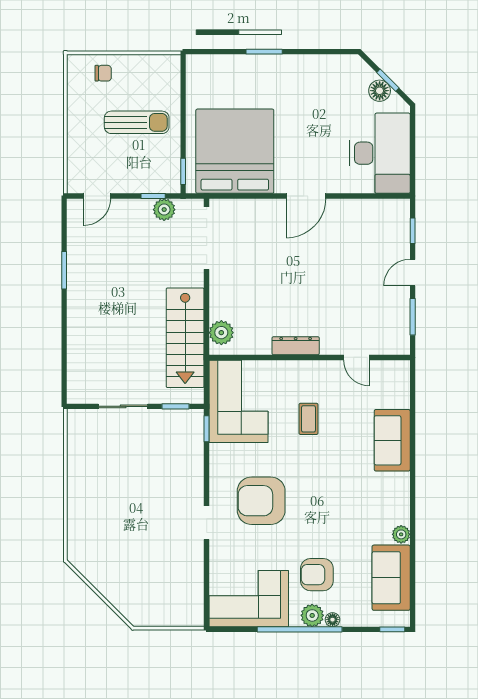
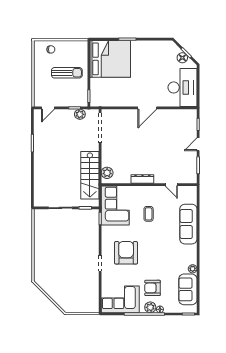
bed: (235, 151) -> (110, 59), moved, turned 90
sofa: (392, 440) -> (188, 224), width x1.36
armchair: (261, 501) -> (126, 253), turned 90

